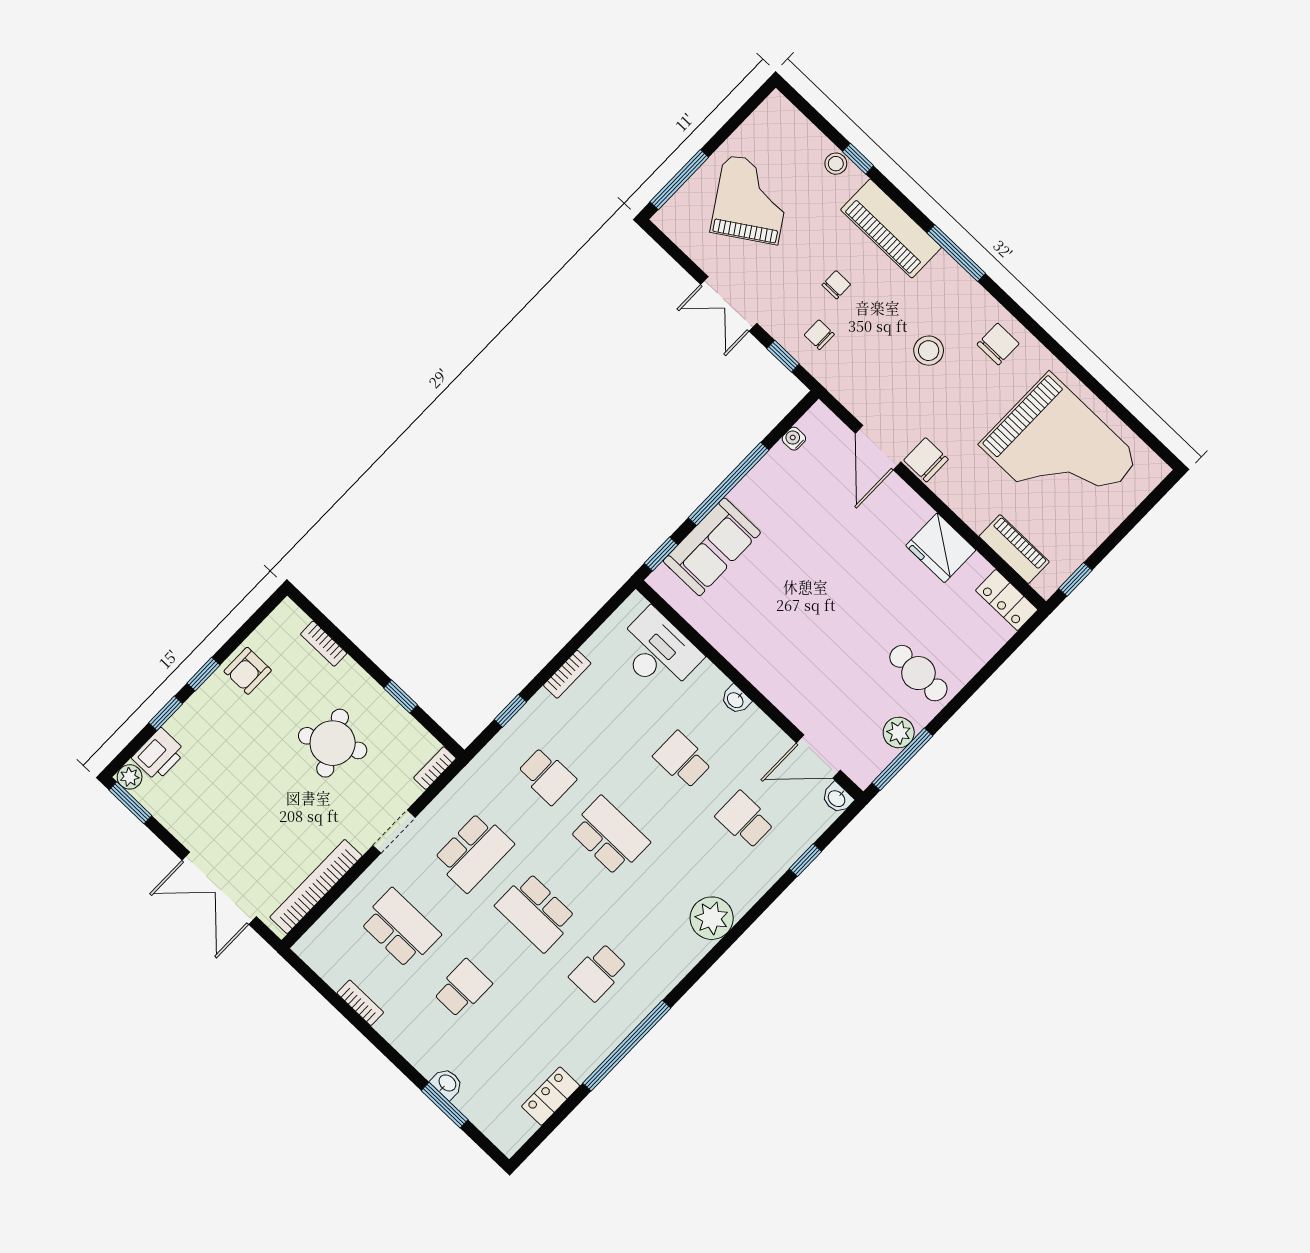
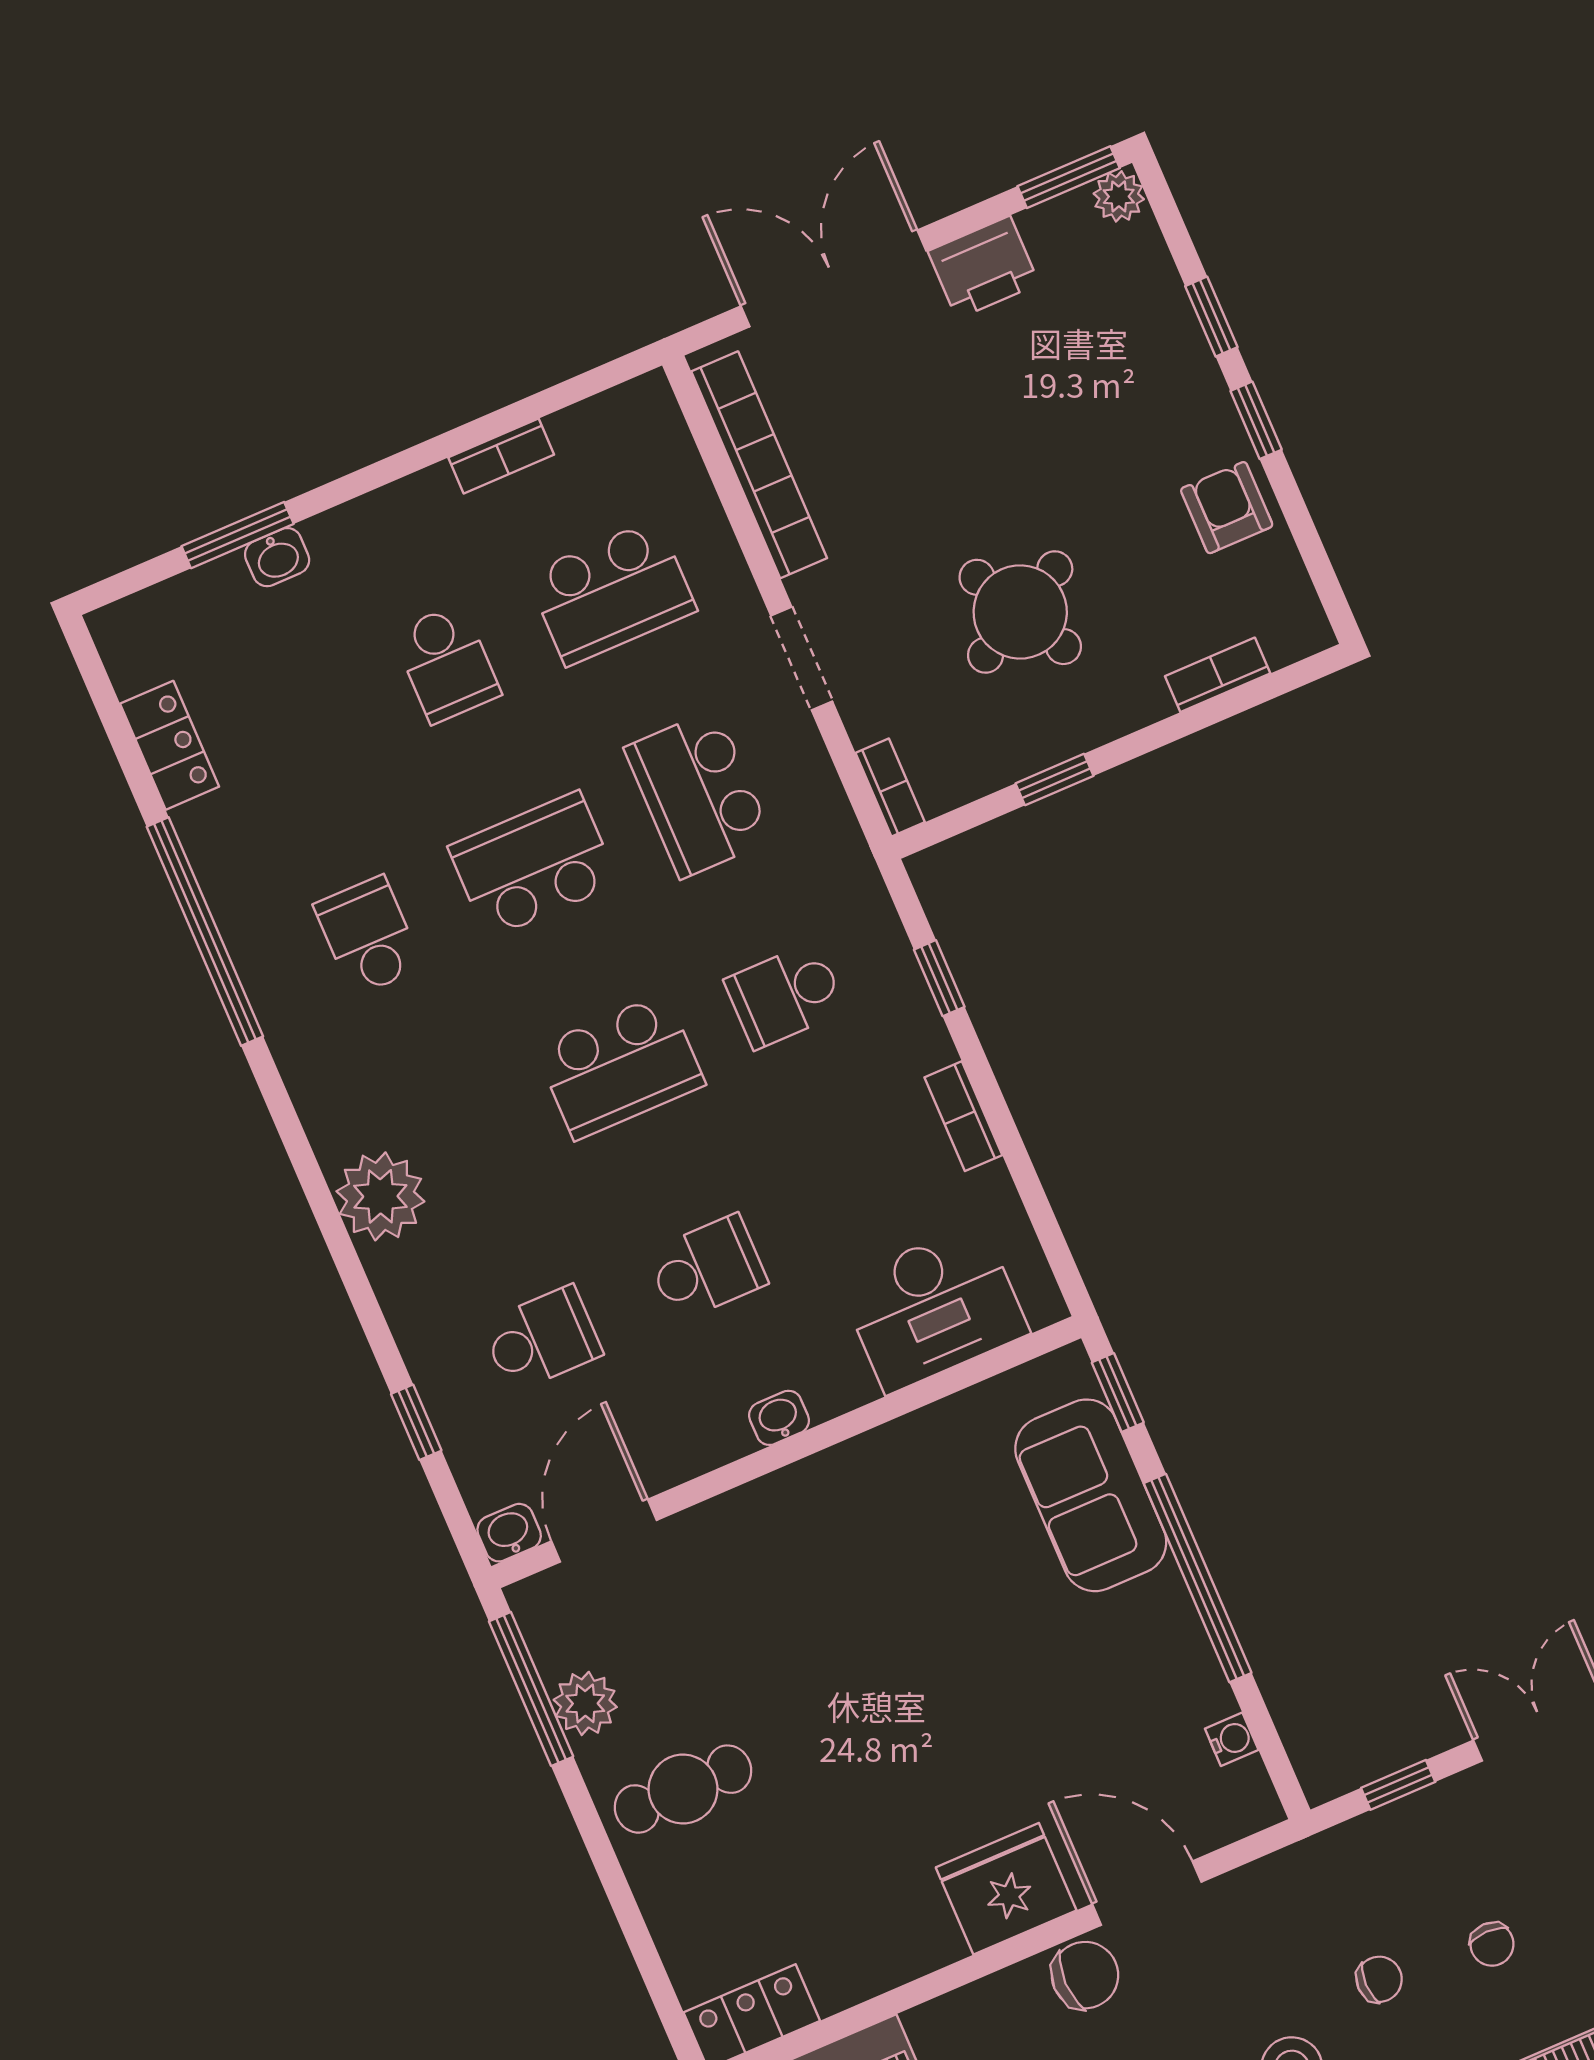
chair: (819, 335) -> (1379, 1979), moved
fridge: (941, 548) -> (1006, 1889), moved
printer: (159, 755) -> (983, 267), moved, turned -90

